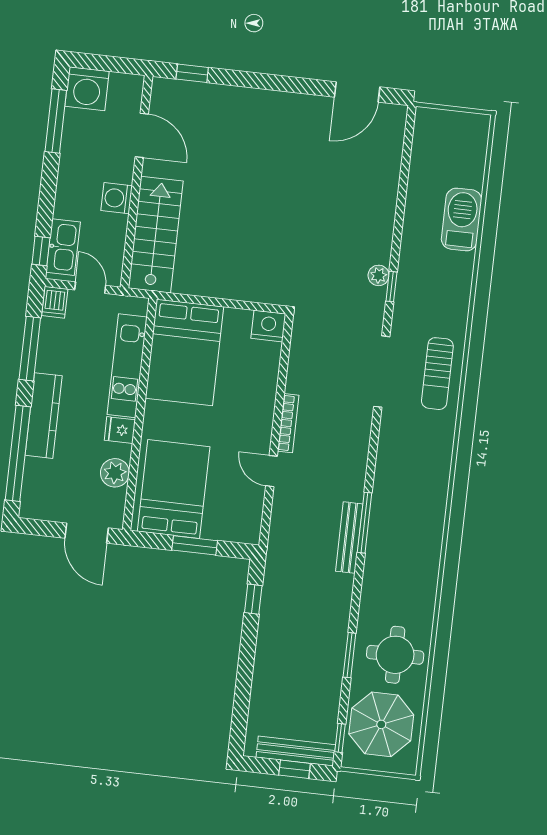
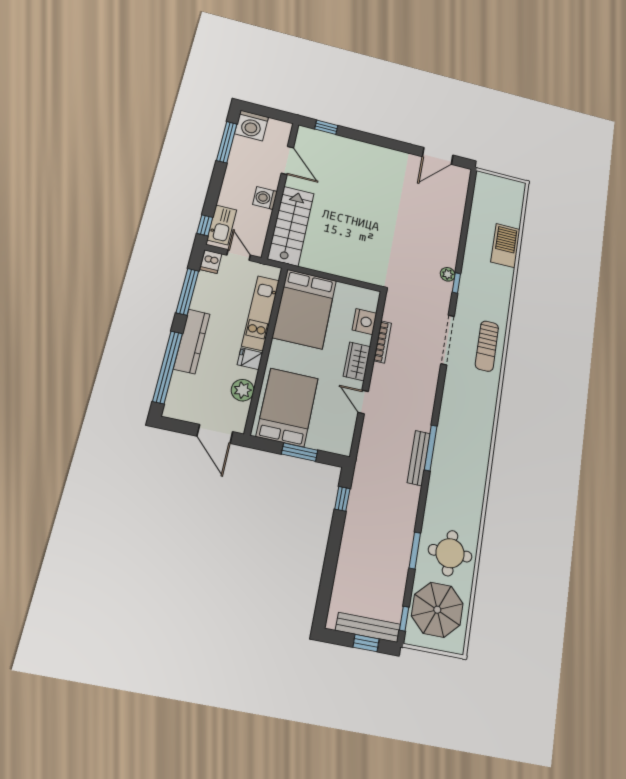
nightstand: (268, 326) -> (364, 322), moved, turned 90
wardrobe: (260, 417) -> (357, 361), added
bookcase: (288, 423) -> (383, 342), moved

